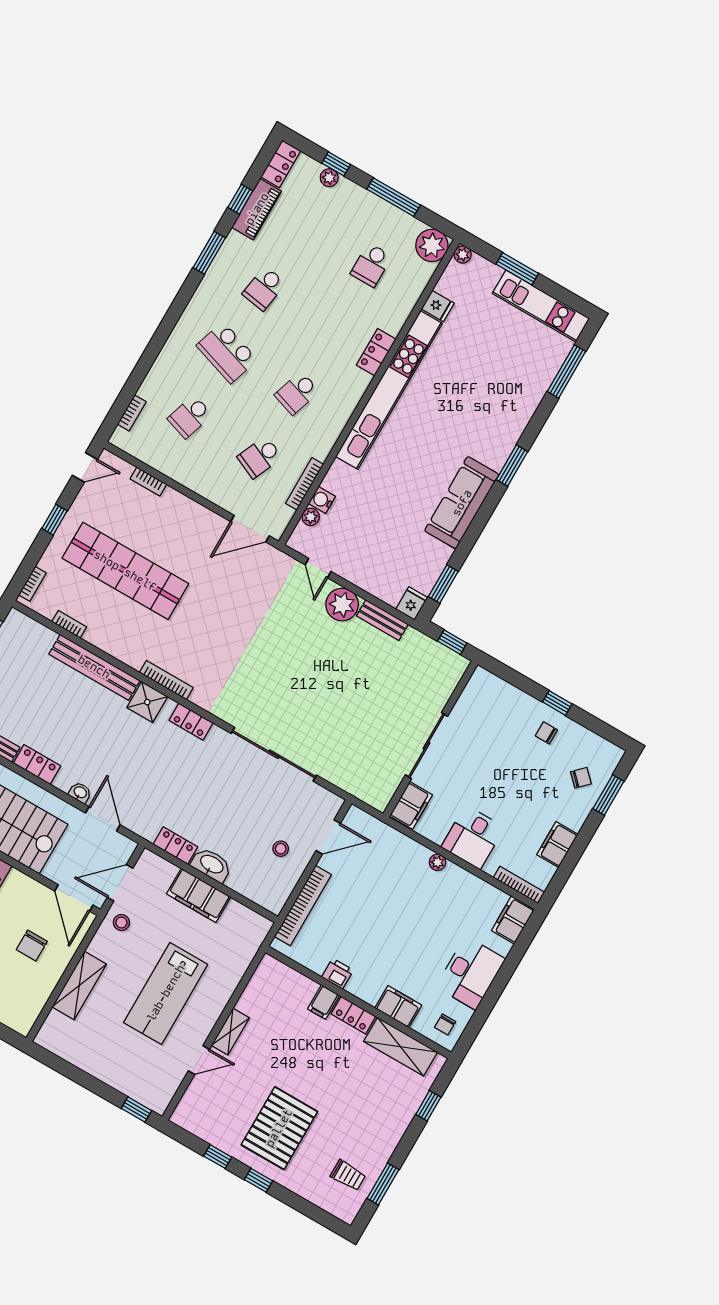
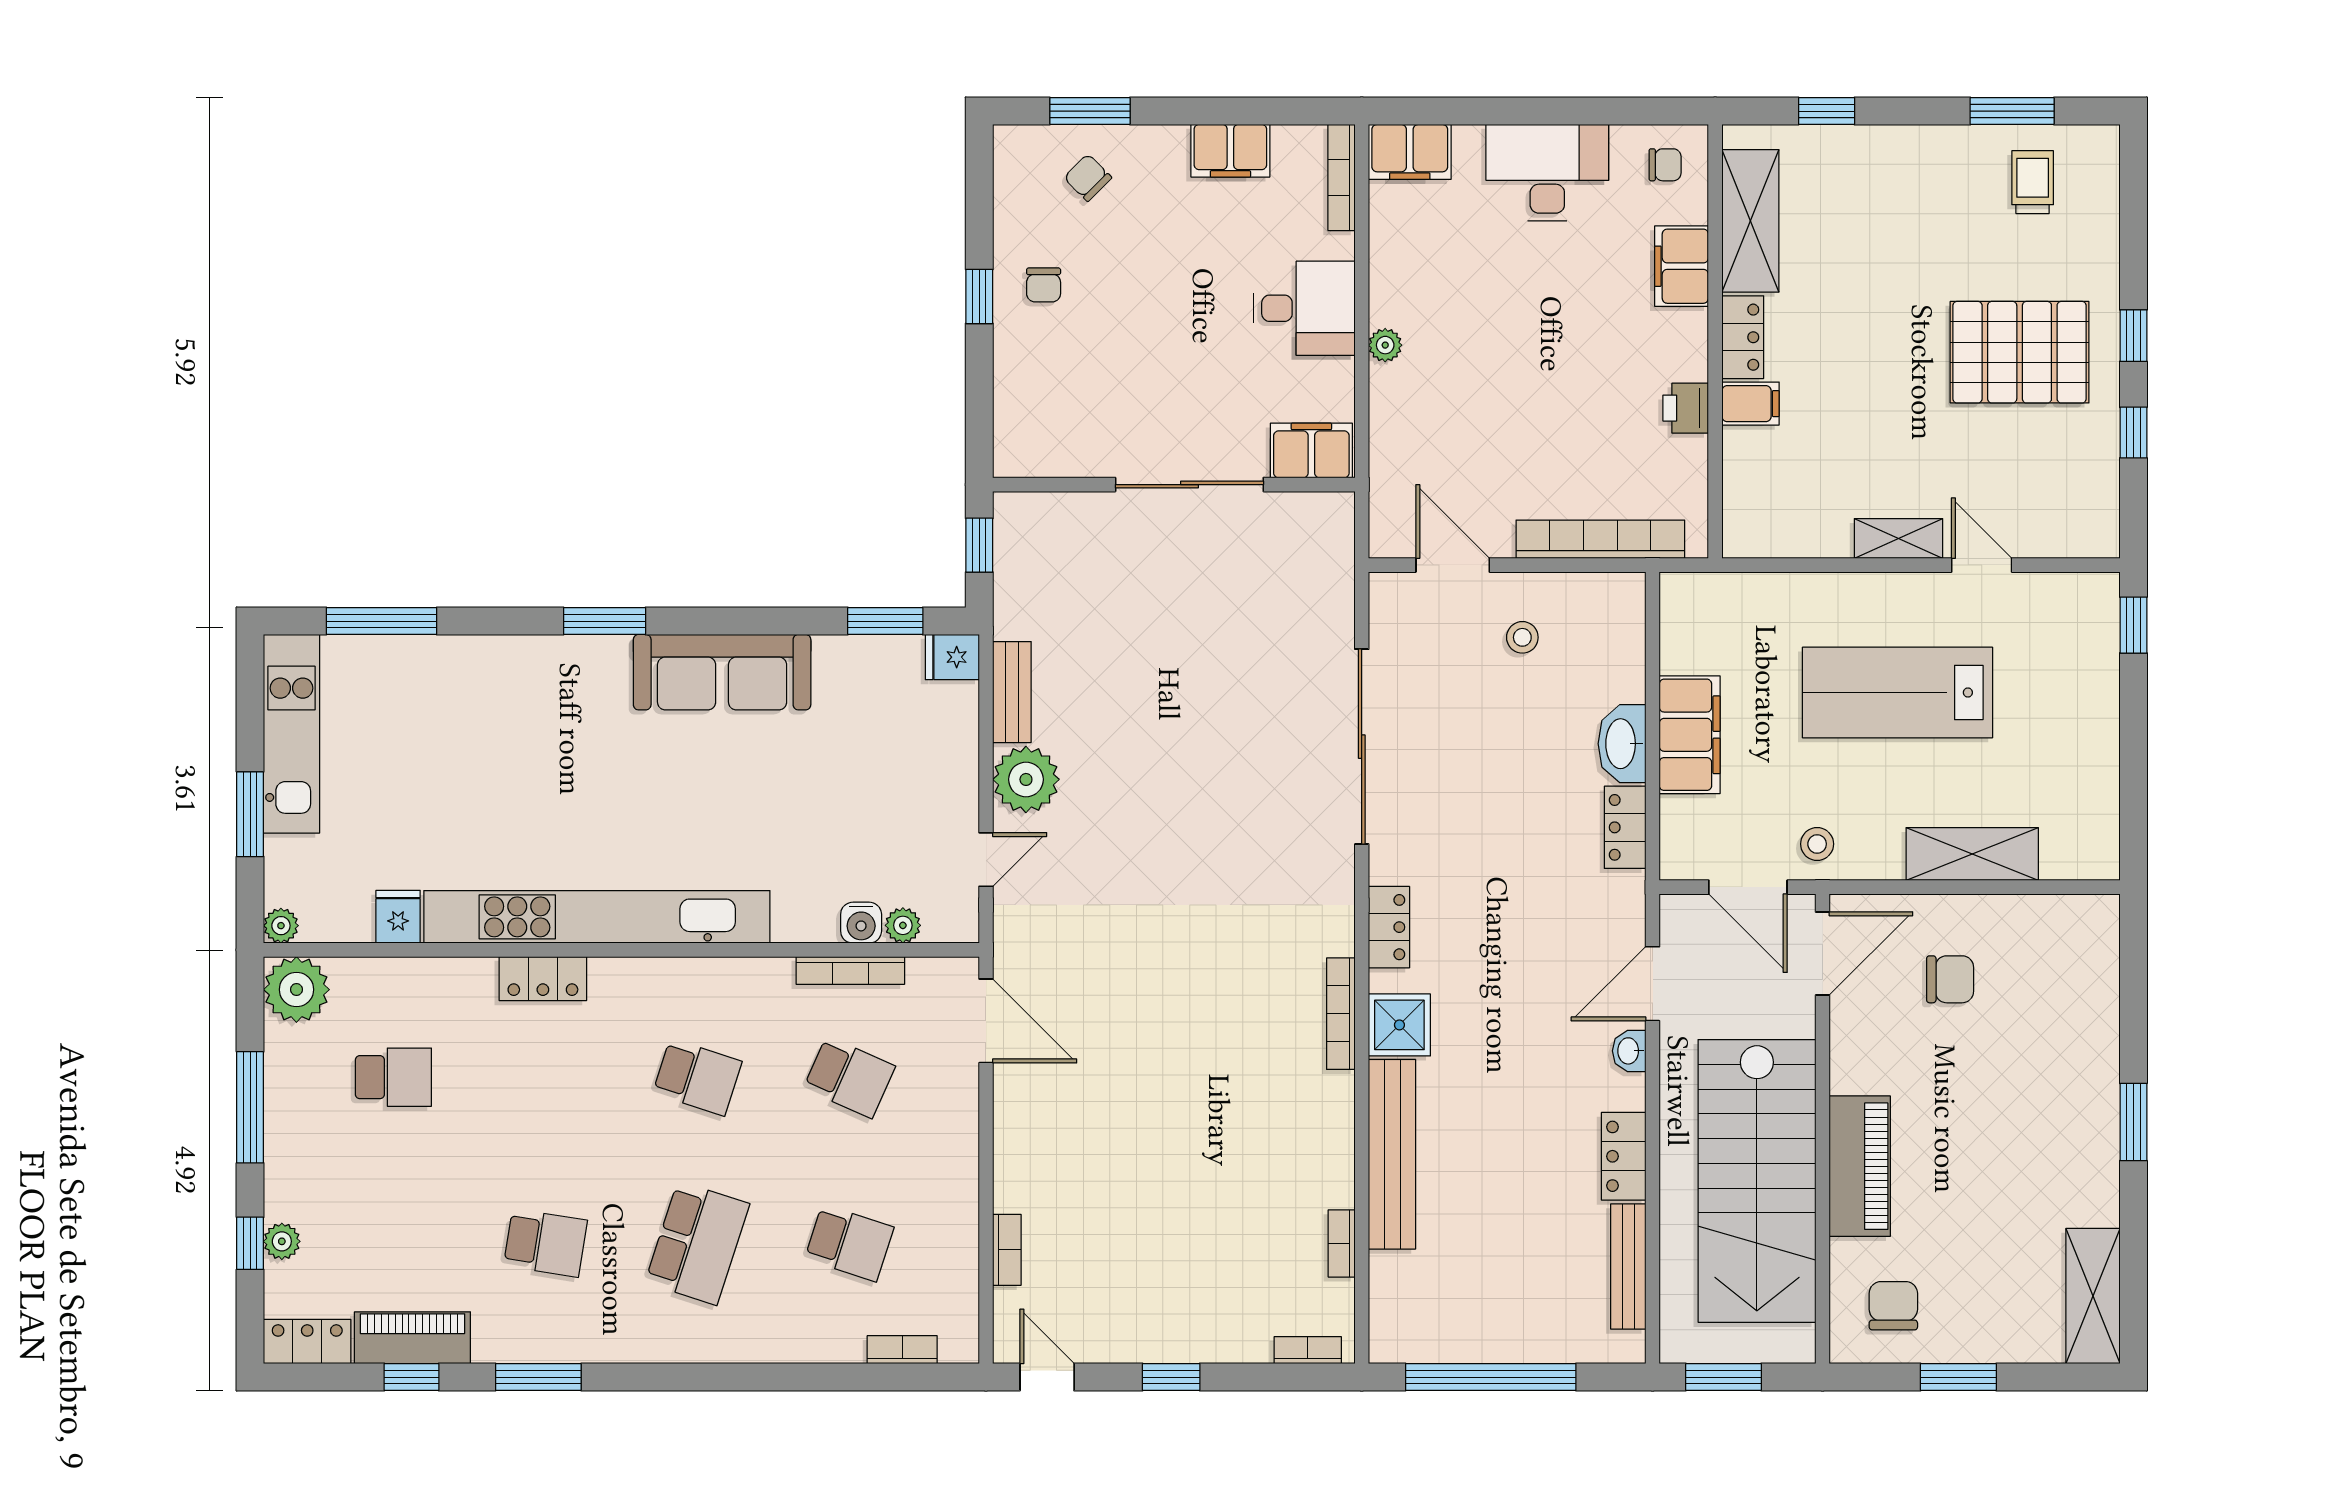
shop shelf: (125, 571) -> (1189, 1199), removed
lab bench: (166, 993) -> (1898, 692), turned 180

